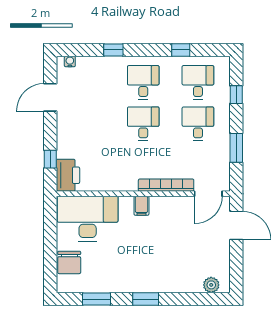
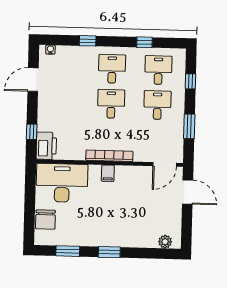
bookcase: (166, 185) -> (109, 156), moved

